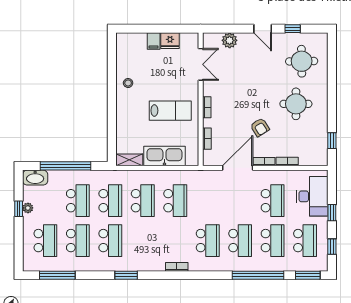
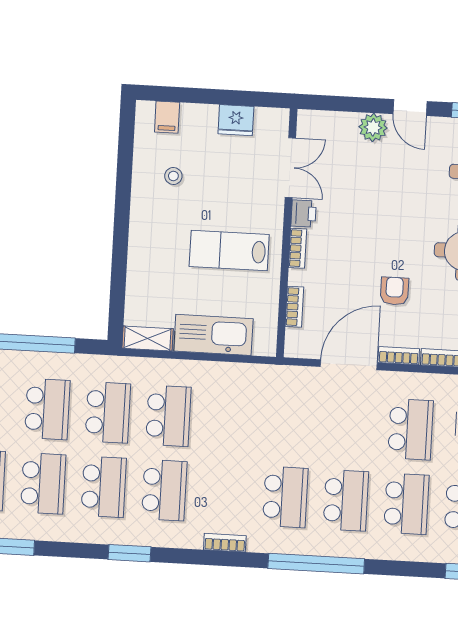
plant: (230, 40) -> (373, 127), moved
filing cabinet: (154, 41) -> (167, 117), moved
stool: (128, 83) -> (173, 176), moved
printer: (209, 89) -> (304, 214), added
lab bench: (170, 111) -> (229, 250), turned 180
armchair: (260, 127) -> (394, 291), turned -148
school desk: (175, 201) -> (164, 490), moved
window: (258, 275) -> (316, 564), moved

